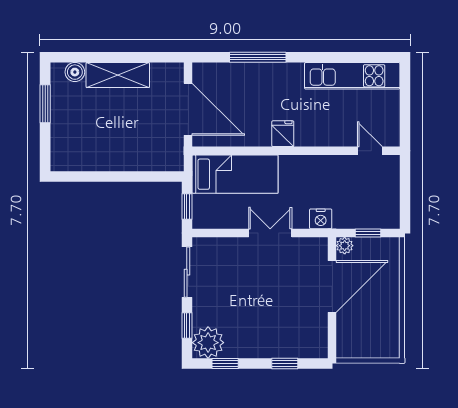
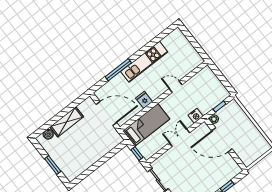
kitchen unit: (352, 76) -> (144, 62), moved
window: (45, 104) -> (53, 165), moved
fridge: (283, 134) -> (144, 100), moved
door: (370, 151) -> (176, 87), moved
door: (332, 287) -> (222, 140), swing flipped

